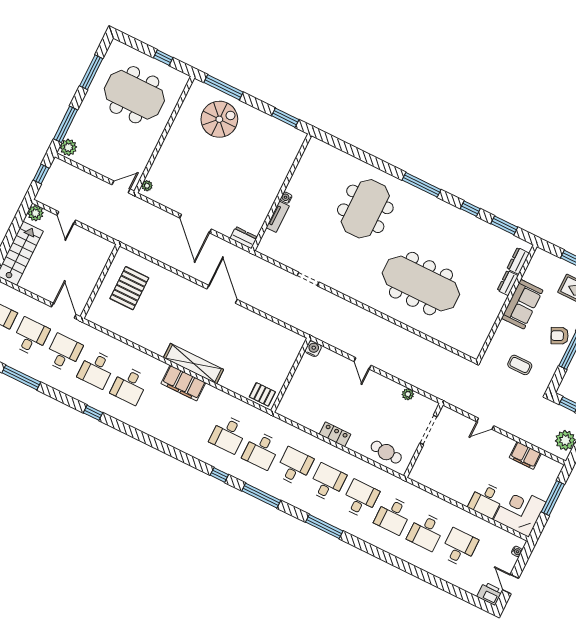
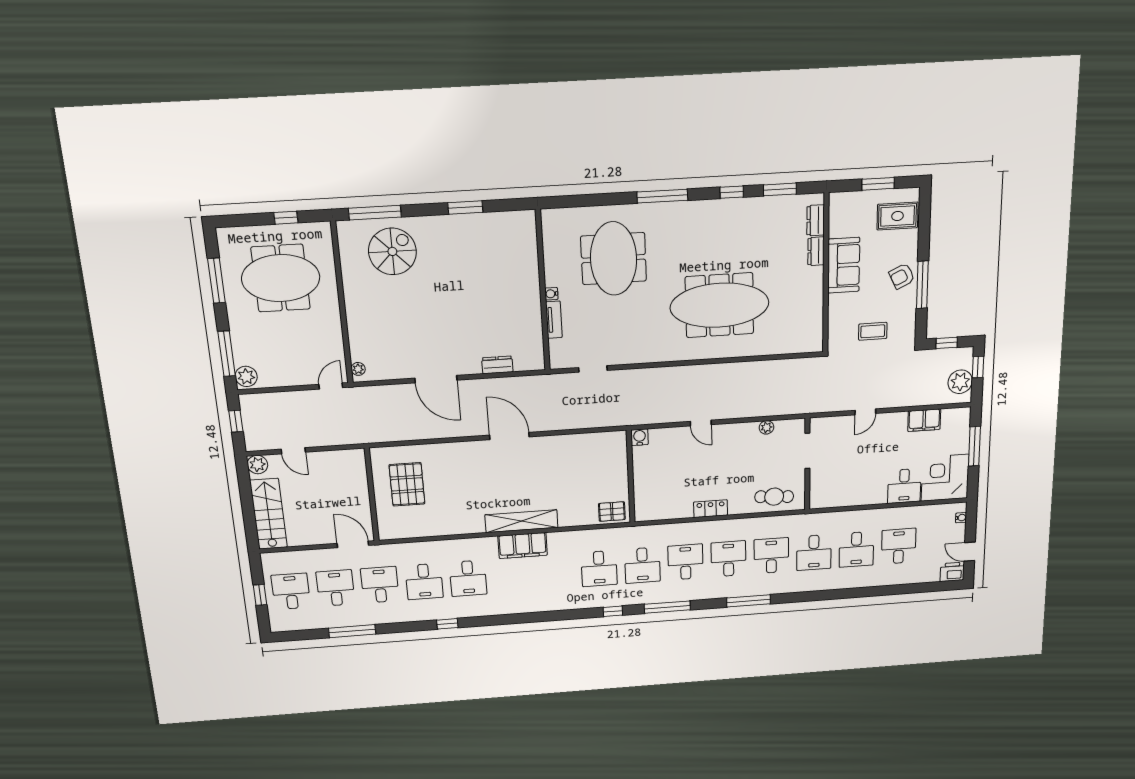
wall: (281, 192) -> (543, 291), moved
water cooler: (286, 198) -> (551, 294), moved
tv unit: (278, 217) -> (554, 320), moved

